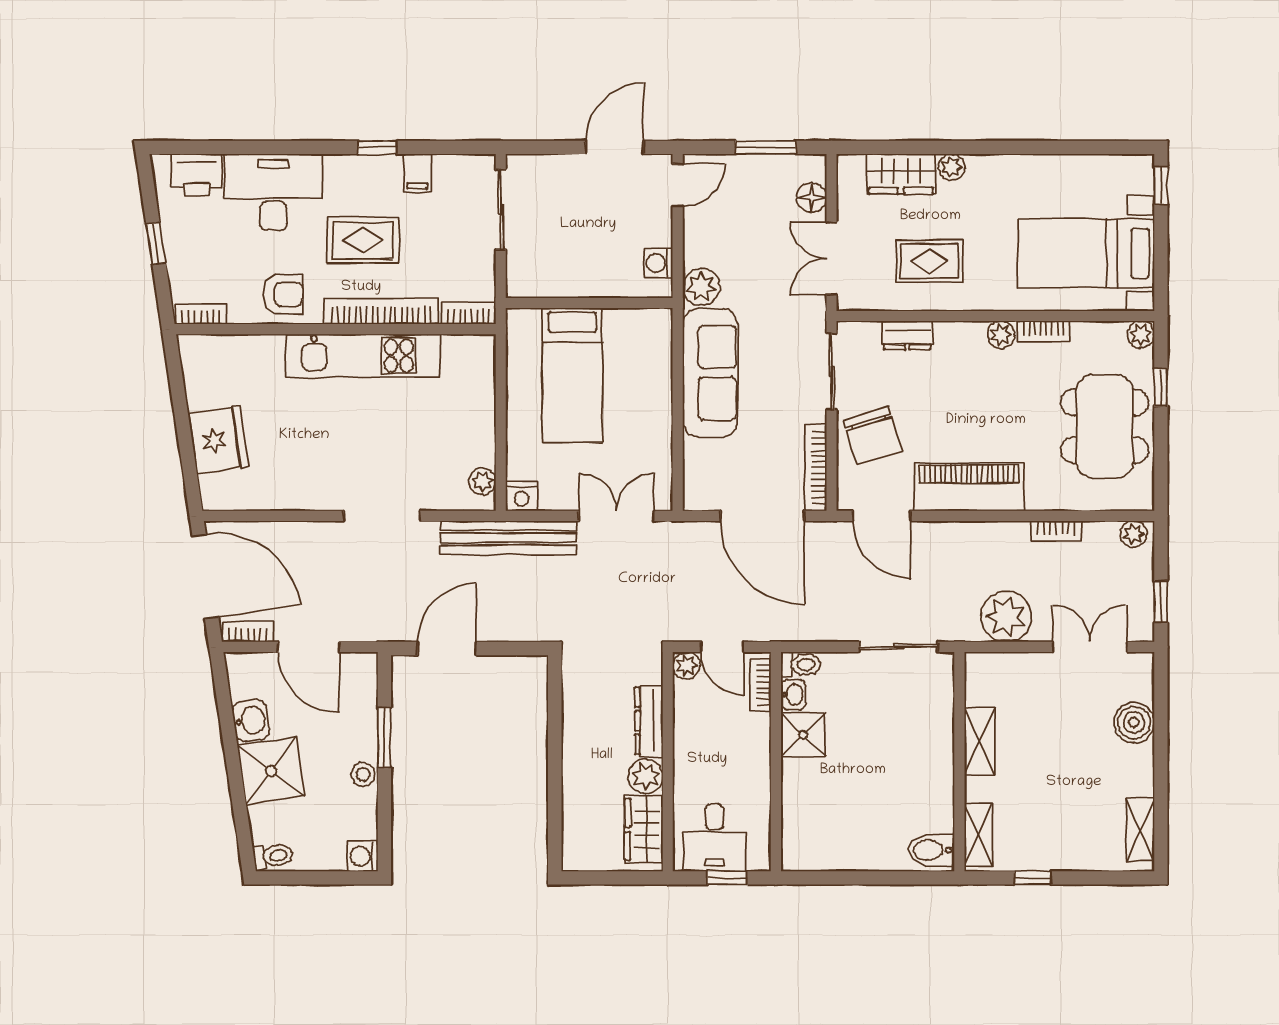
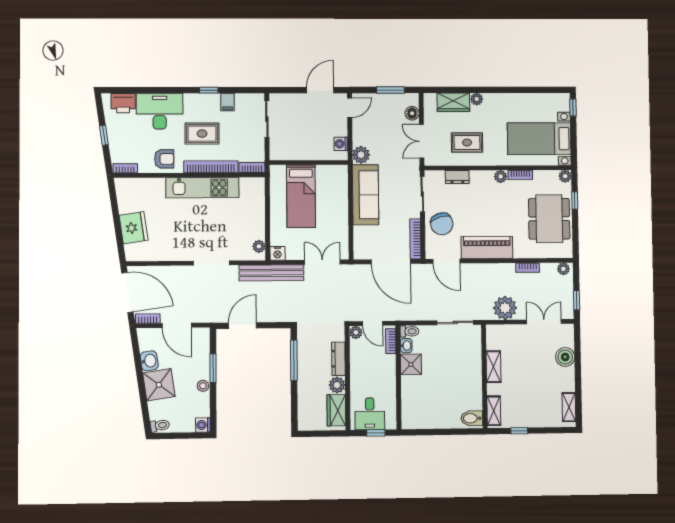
window: (555, 723) -> (294, 360), added

